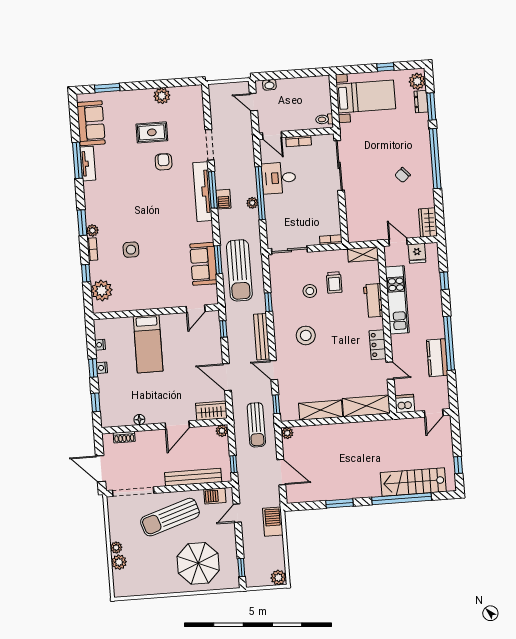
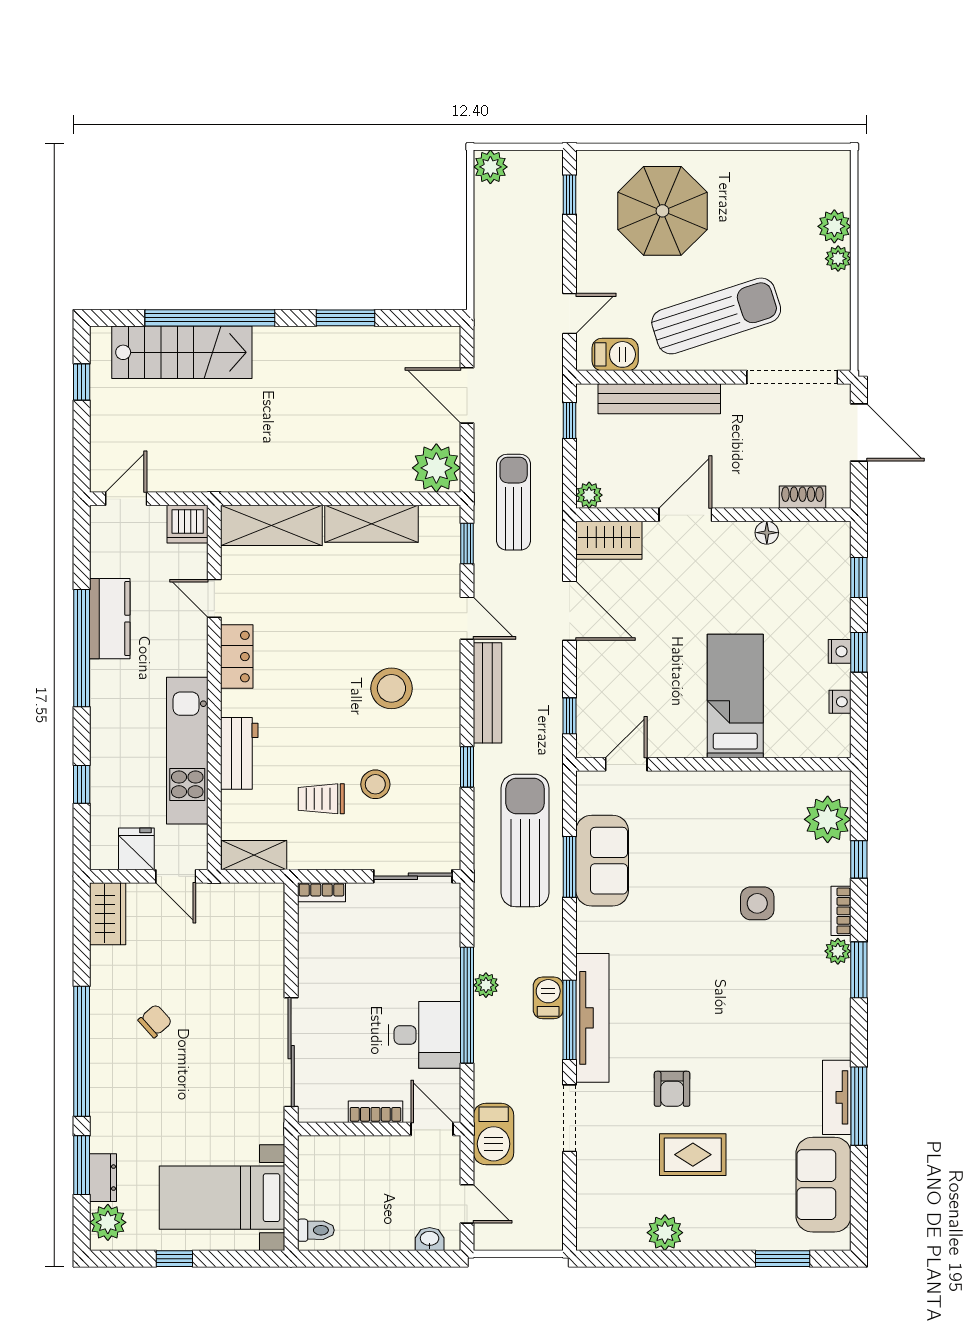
toilet: (324, 119) -> (316, 1230), moved
trolley: (334, 282) -> (321, 799), turned -90
plant: (287, 433) -> (436, 468), width x1.88, depth x1.88
barbecue: (273, 522) -> (494, 1134), moved

